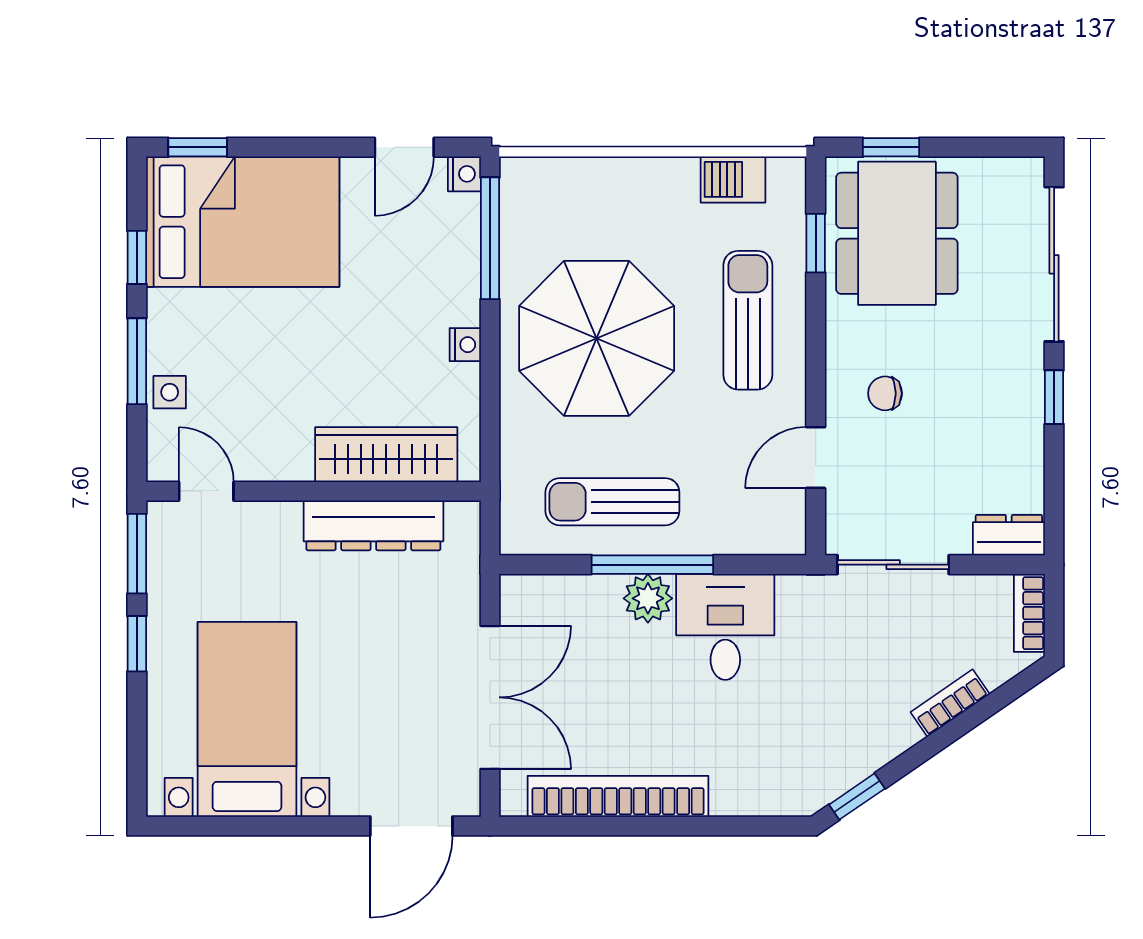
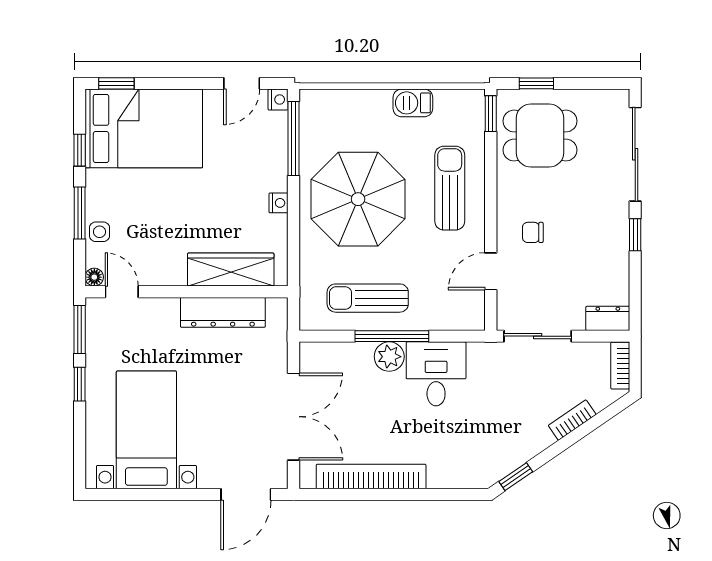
barbecue: (733, 179) -> (413, 103), moved
dining table: (897, 233) -> (540, 136), width x0.73
window: (816, 243) -> (491, 114), moved
floor lamp: (161, 467) -> (94, 277), added

